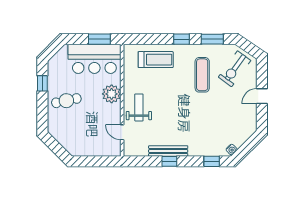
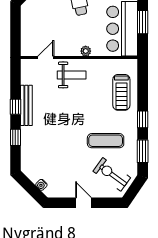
window: (99, 39) -> (143, 22), moved
plant: (112, 94) -> (86, 51), width x0.53, depth x0.53
water cooler: (232, 150) -> (41, 185), moved
window: (212, 161) -> (15, 137), moved

